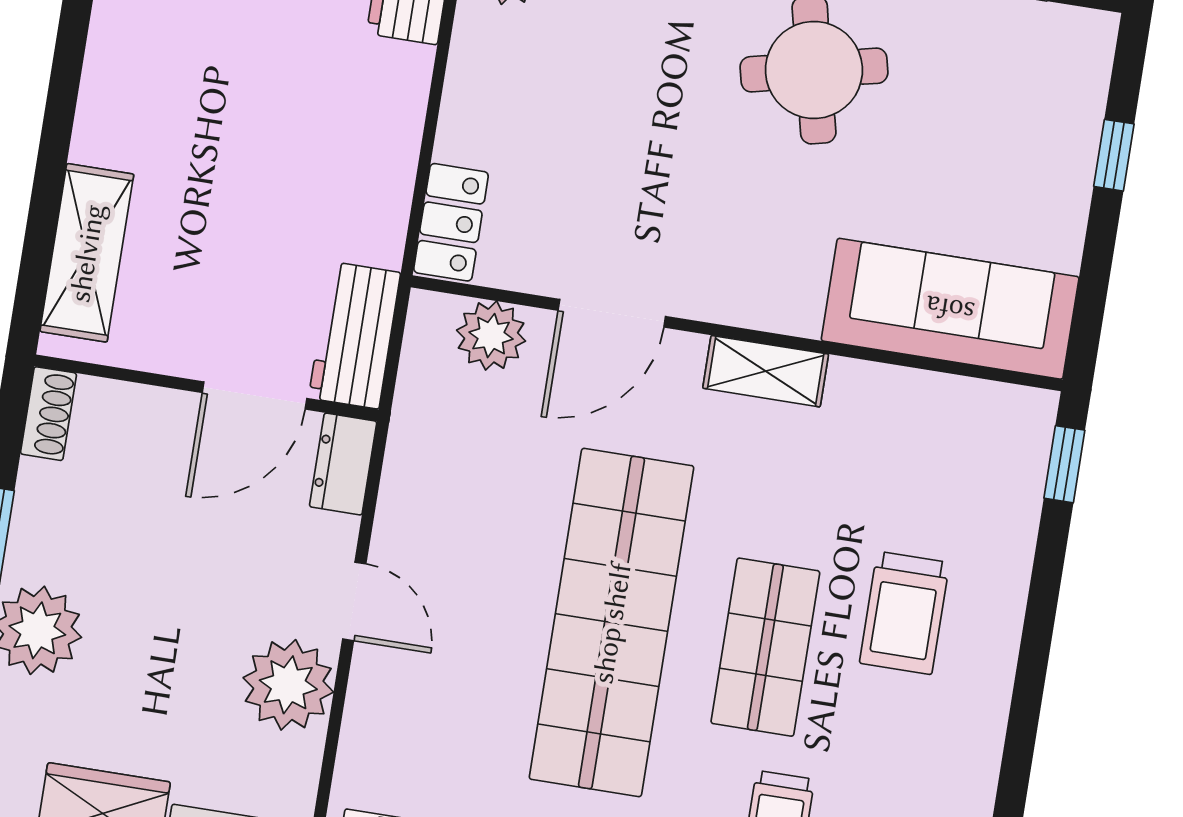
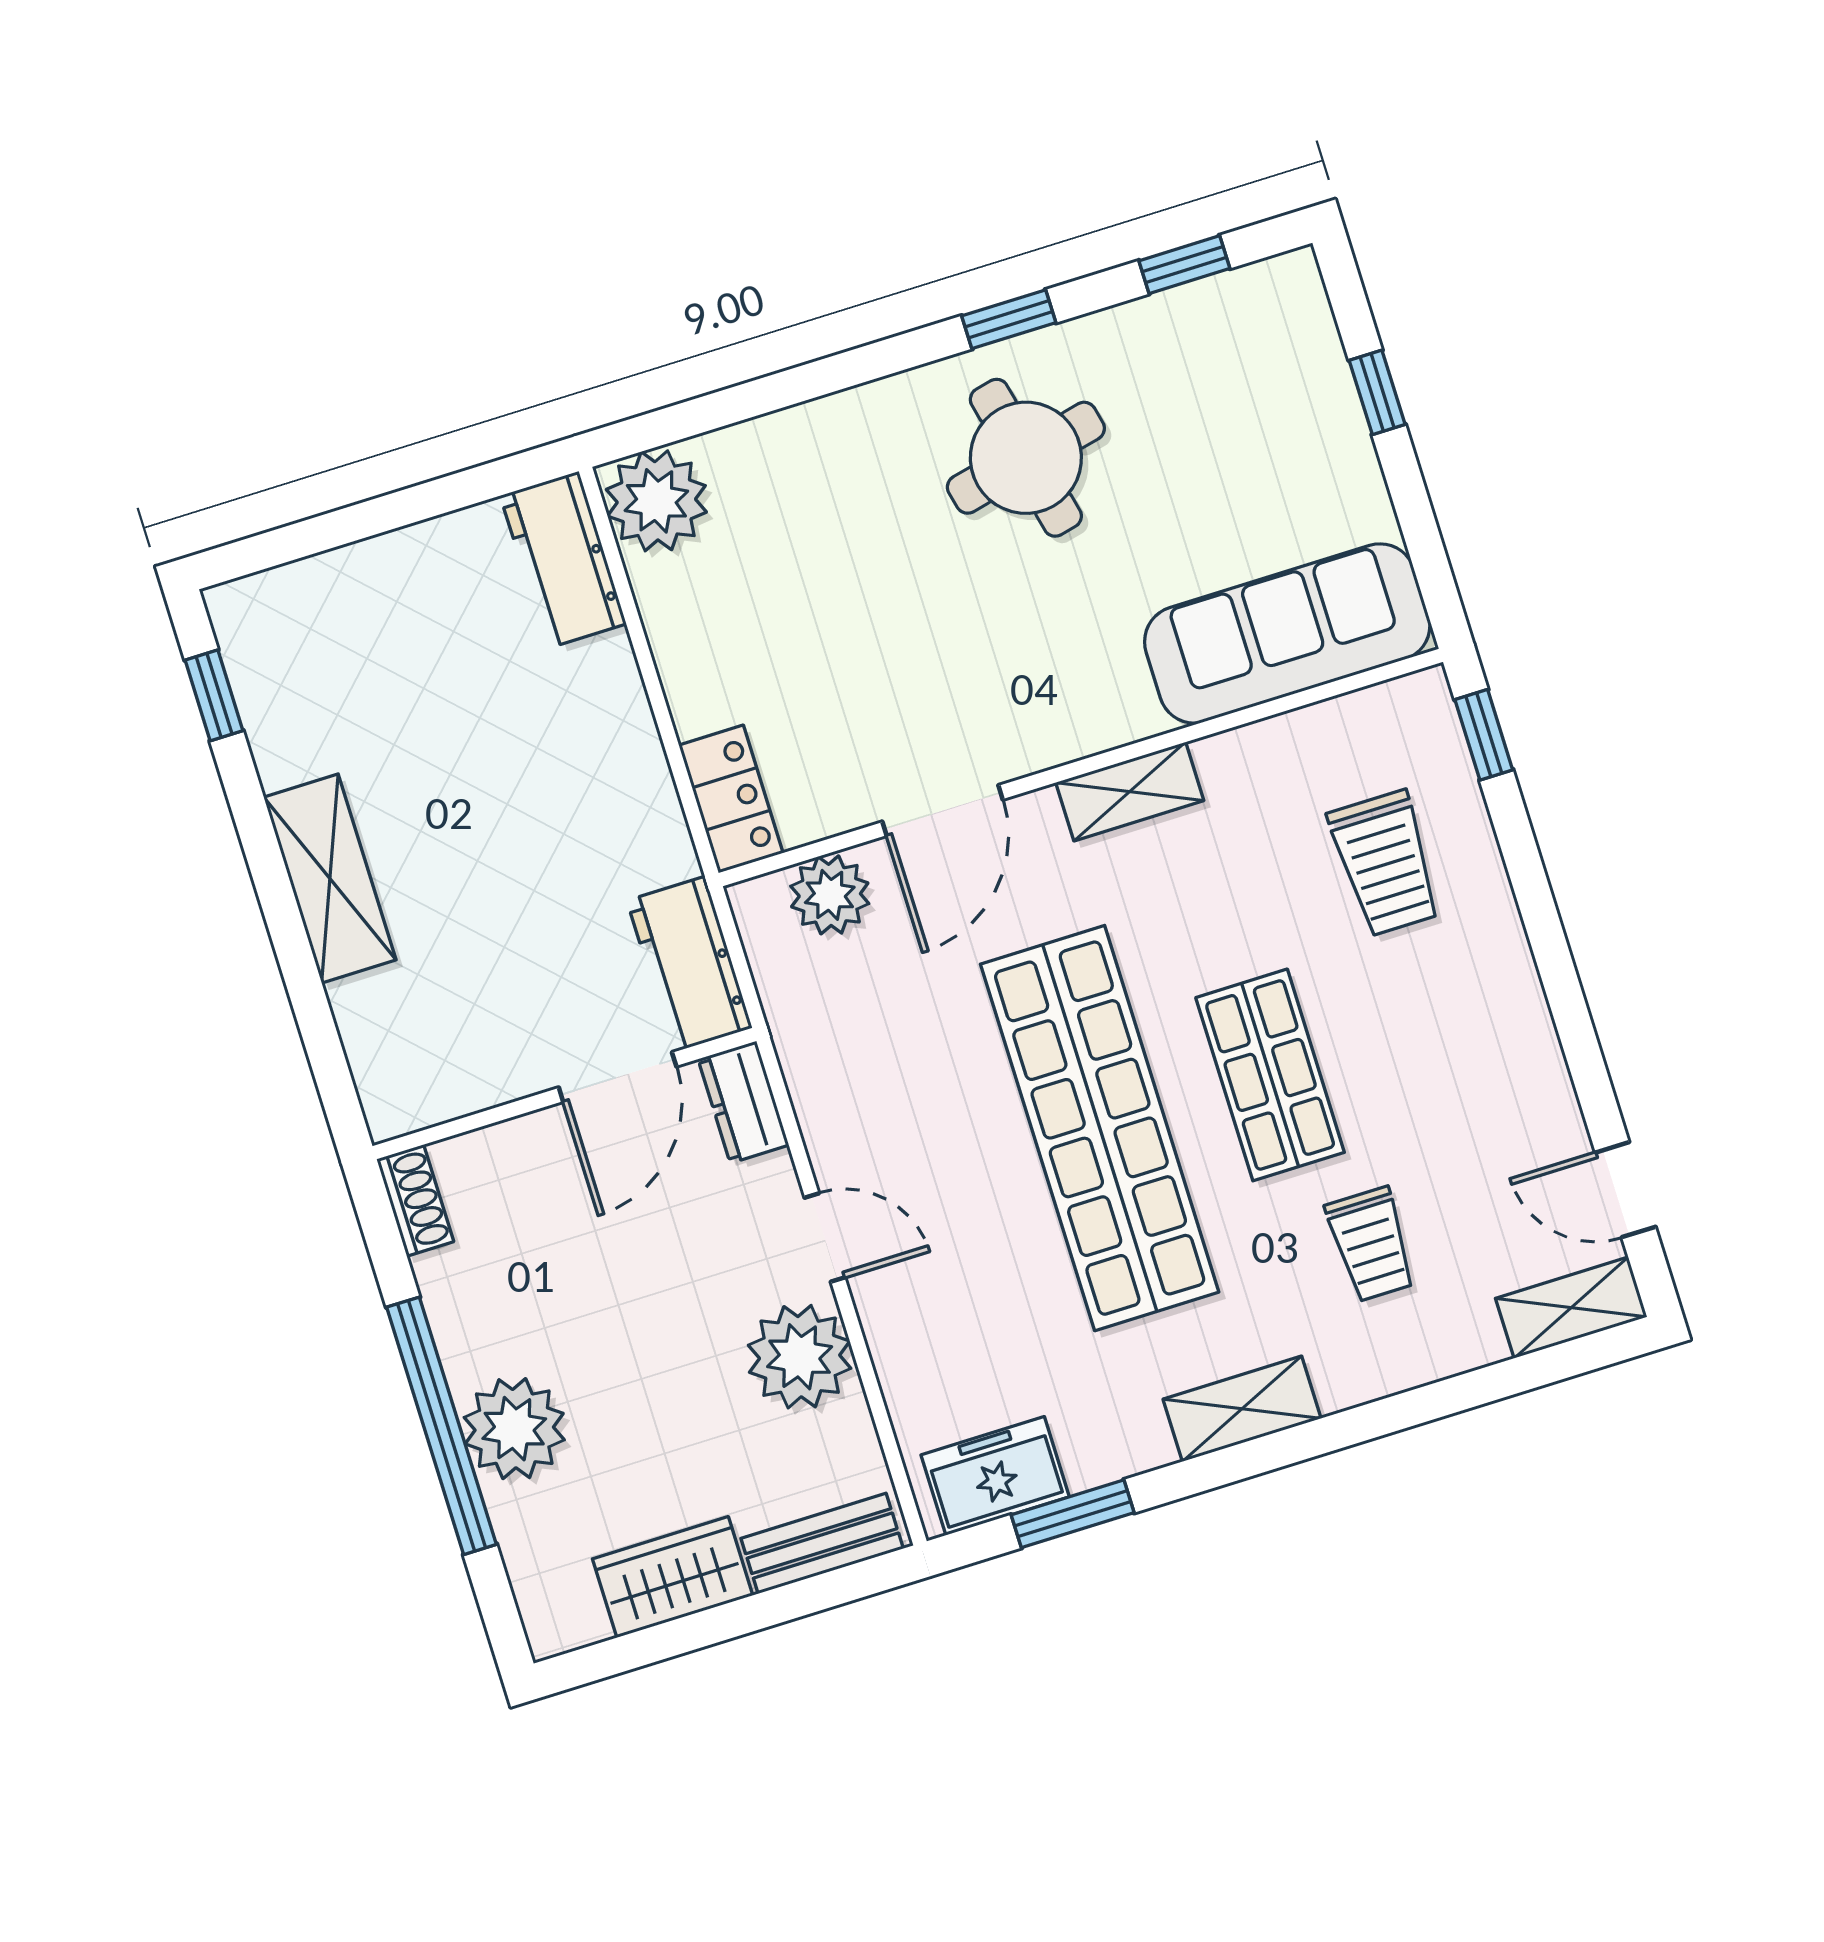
shelving: (87, 253) -> (330, 879), moved
trolley: (904, 613) -> (1385, 863), moved

